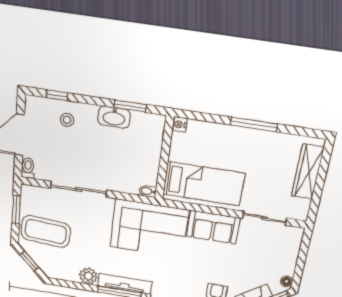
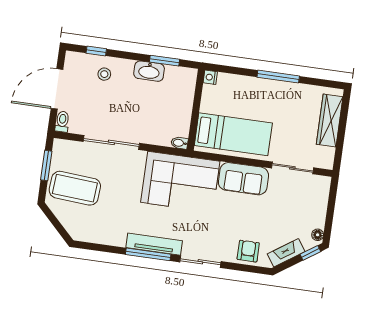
window: (29, 261) -> (55, 222), removed
plant: (88, 276) -> (116, 237), removed

